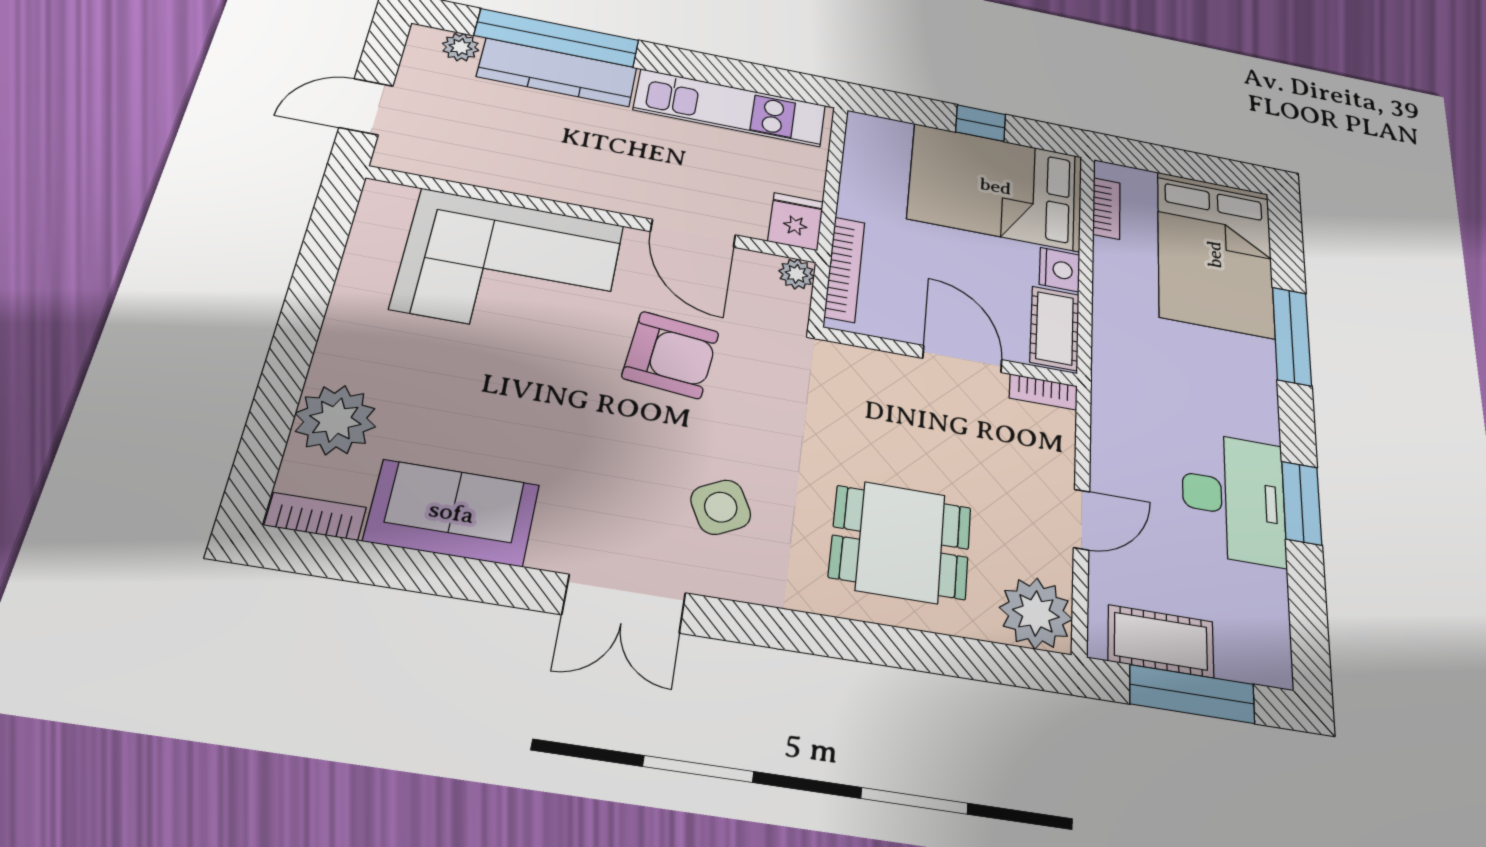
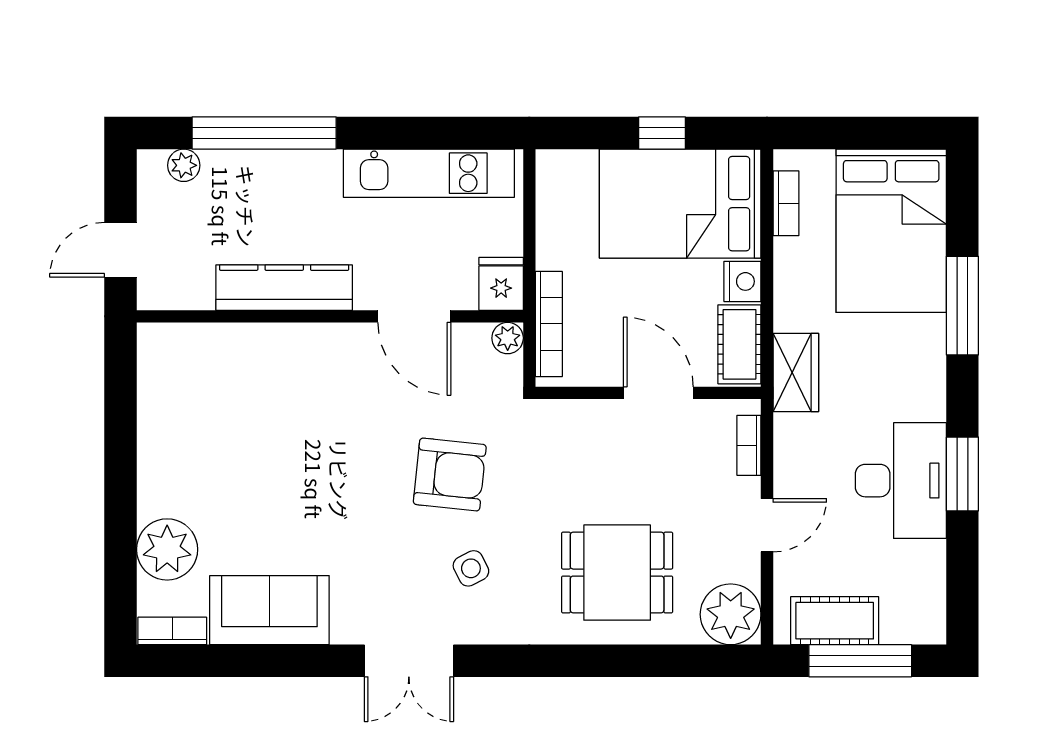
kitchen counter: (557, 72) -> (284, 288), moved, turned 180
corner sofa: (509, 267) -> (269, 383), removed
armchair: (671, 355) -> (450, 474), moved
wardrobe: (1116, 367) -> (796, 373), added
bookcase: (1043, 392) -> (749, 445), moved, turned 90
side table: (721, 507) -> (471, 568), width x0.73, depth x0.73

